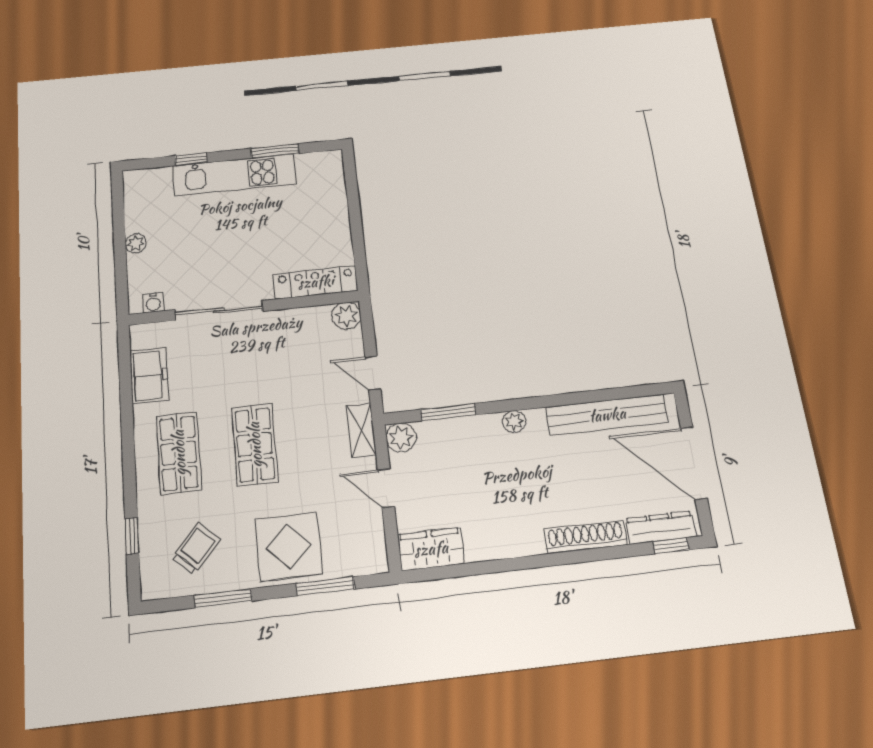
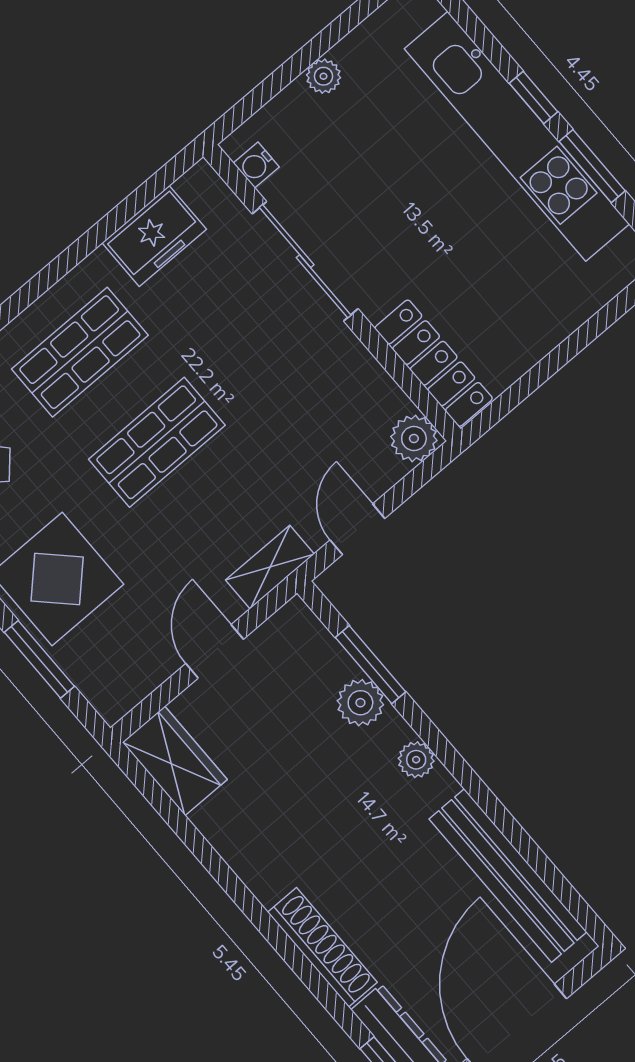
window: (191, 159) -> (534, 98), moved
kitchen unit: (234, 175) -> (517, 136), width x1.36
plant: (401, 437) -> (360, 703), moved

